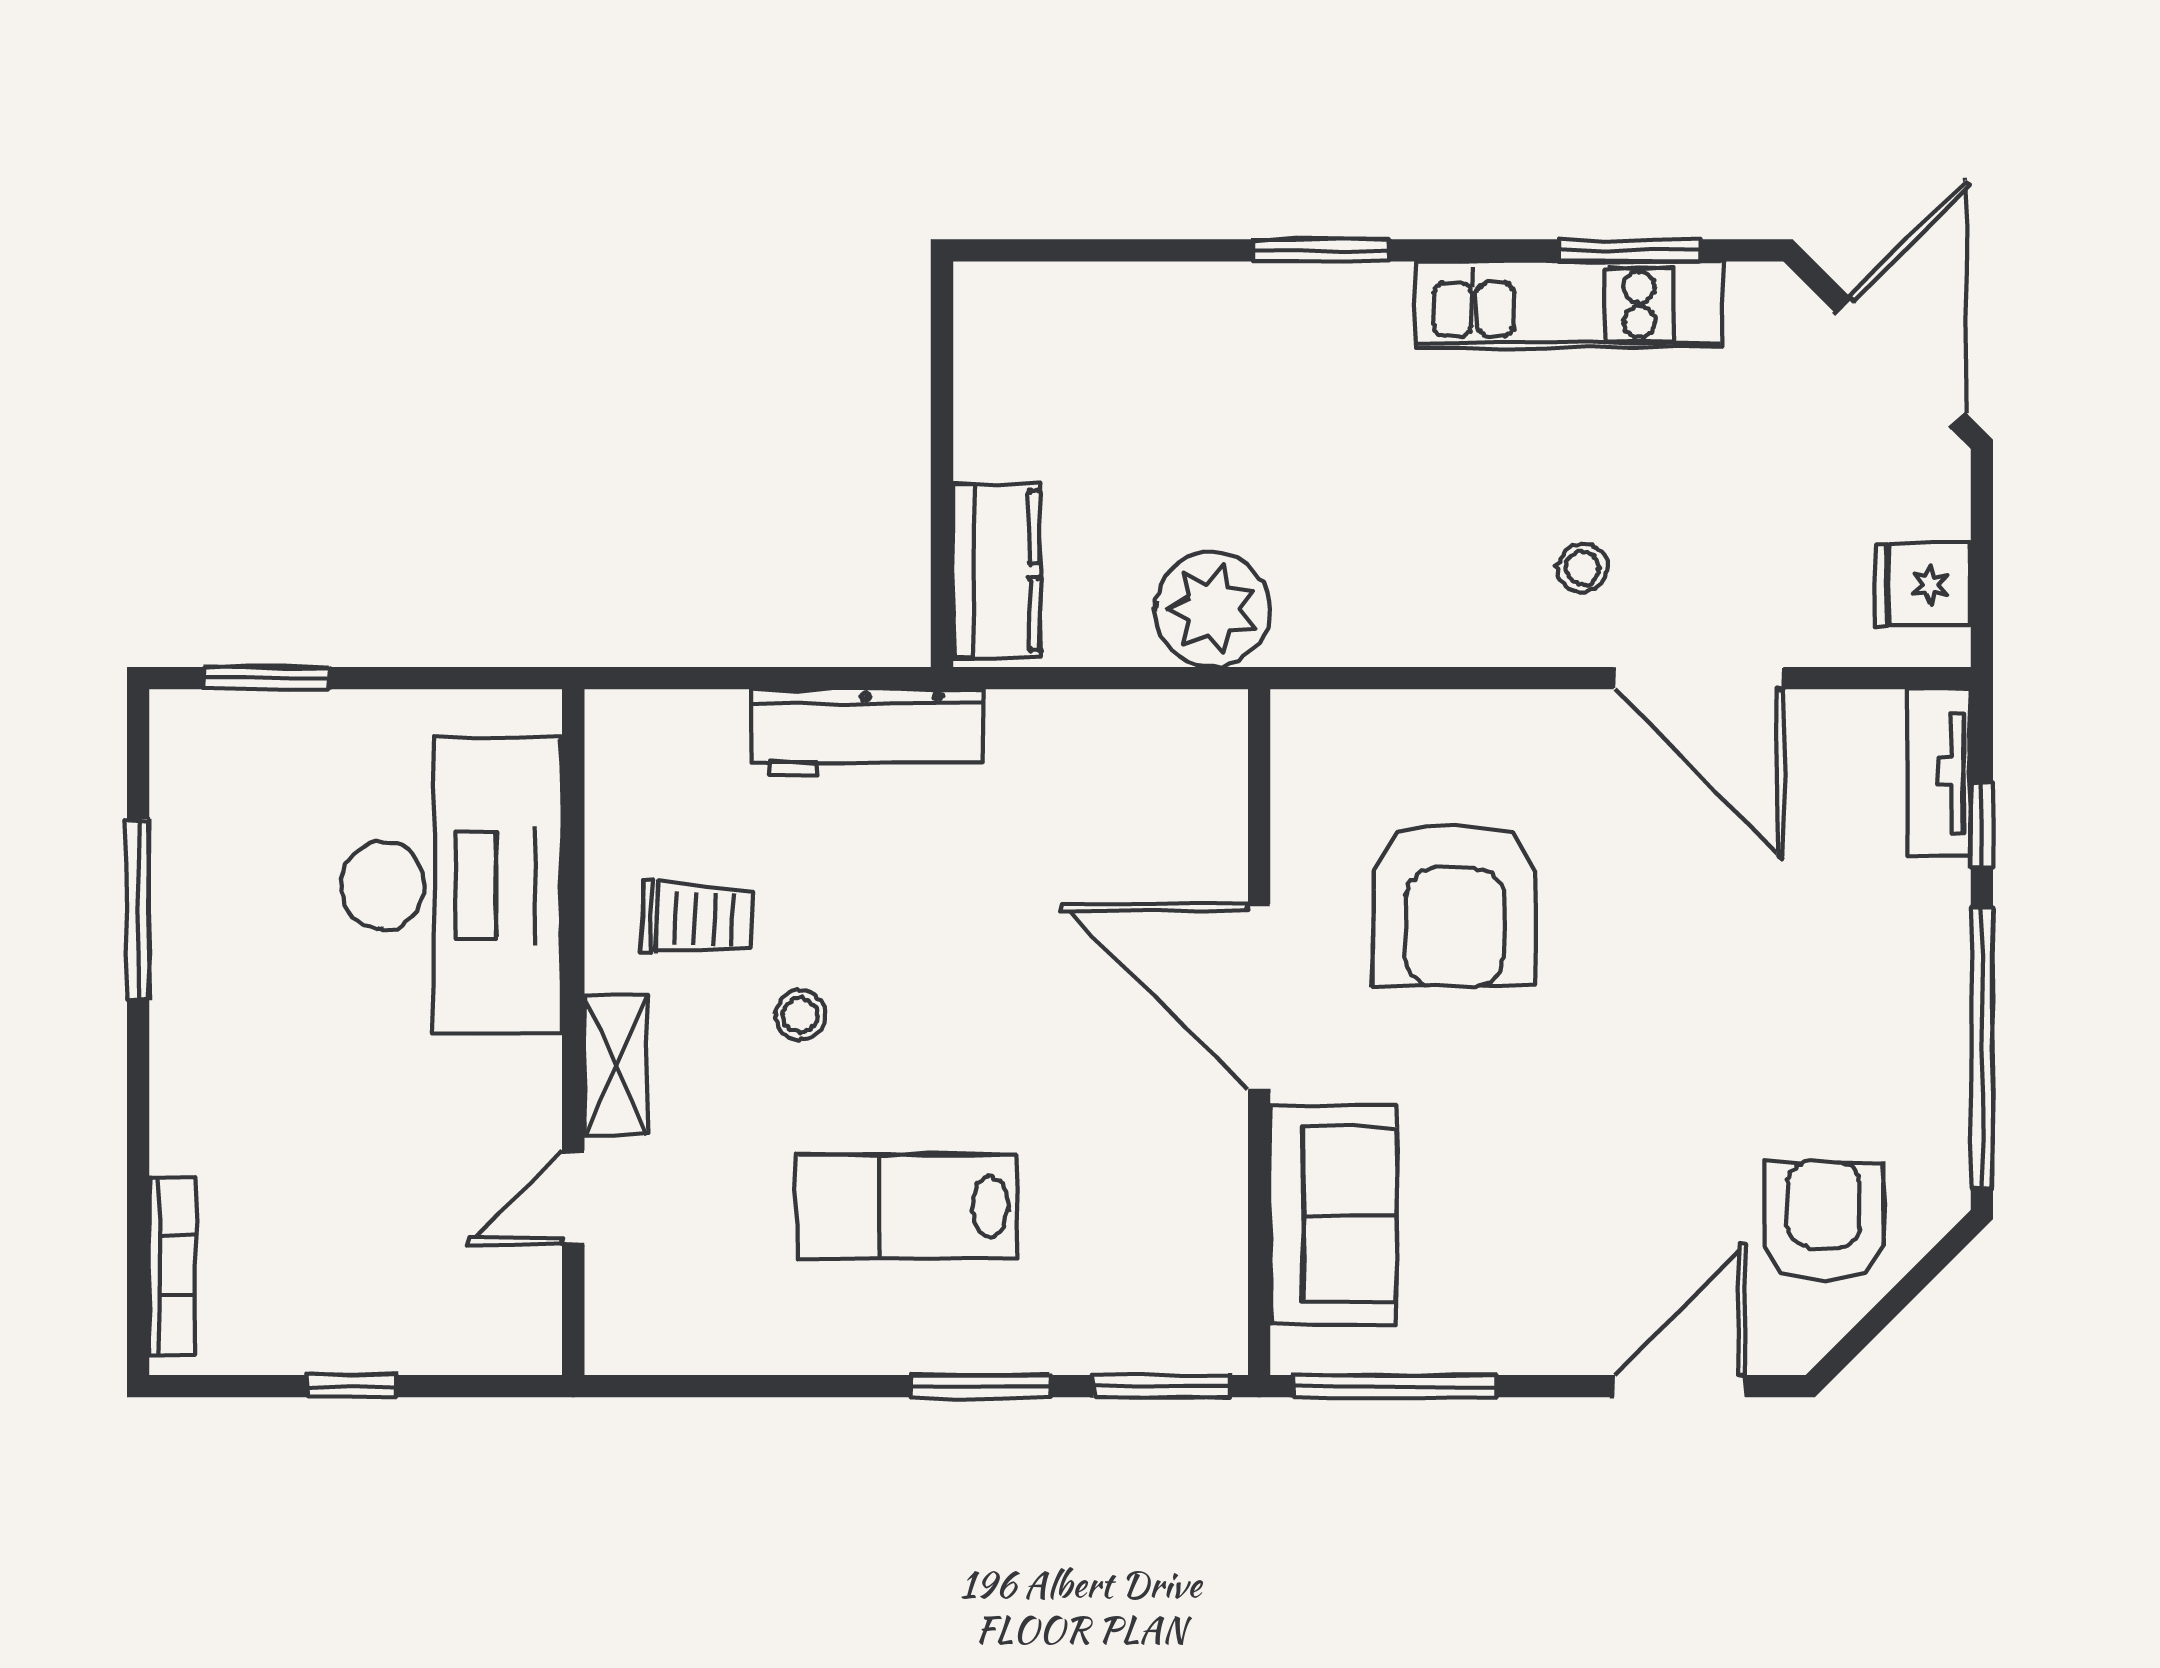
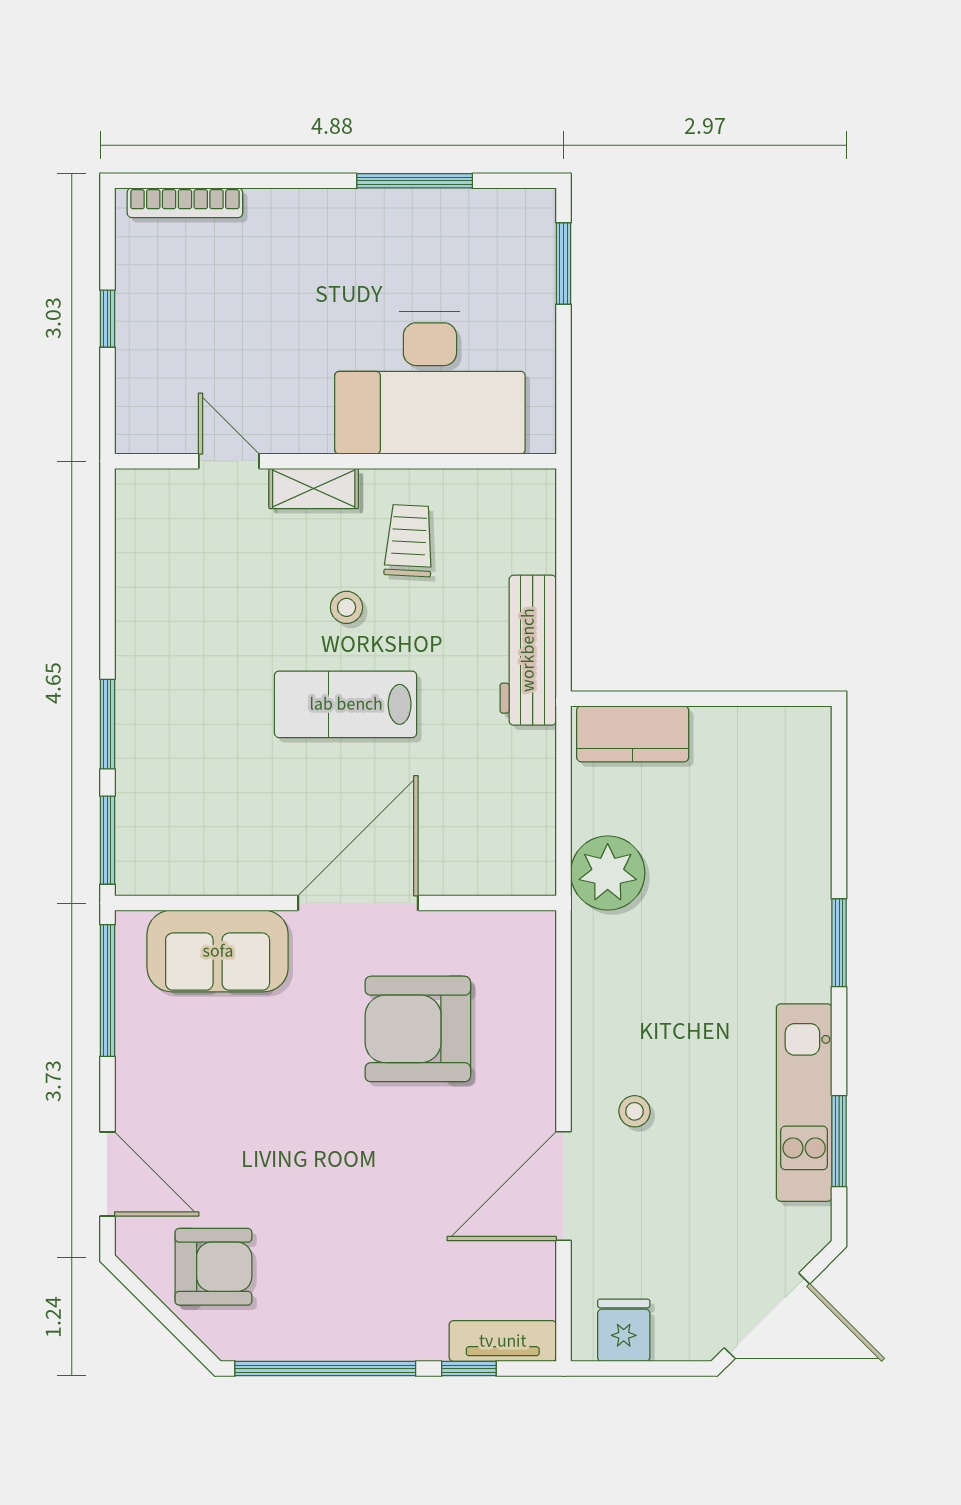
trolley: (697, 918) -> (409, 541), turned 180
lab bench: (906, 1207) -> (346, 704), moved, turned -90

